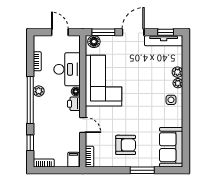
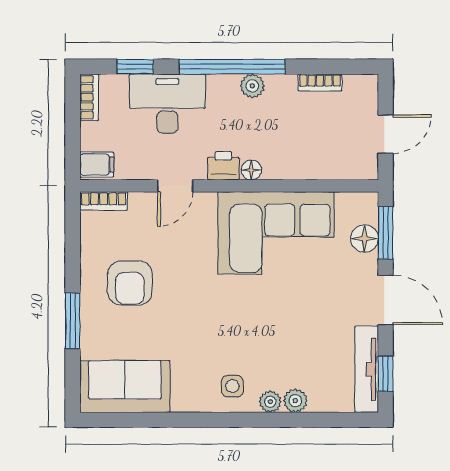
floor lamp: (94, 42) -> (365, 239), moved
desk: (67, 69) -> (167, 104), moved, turned 180

